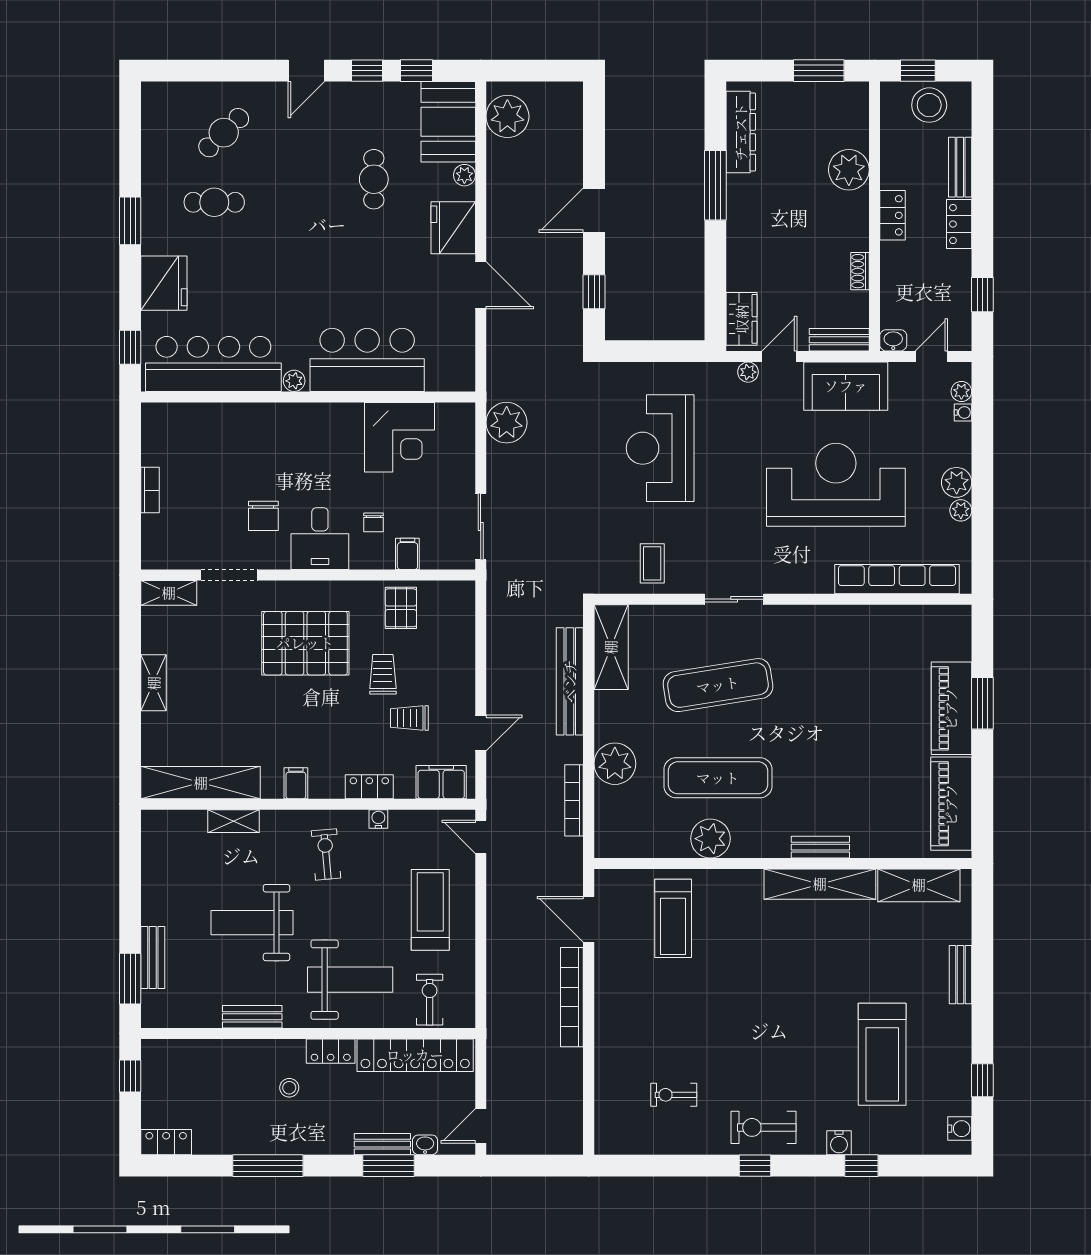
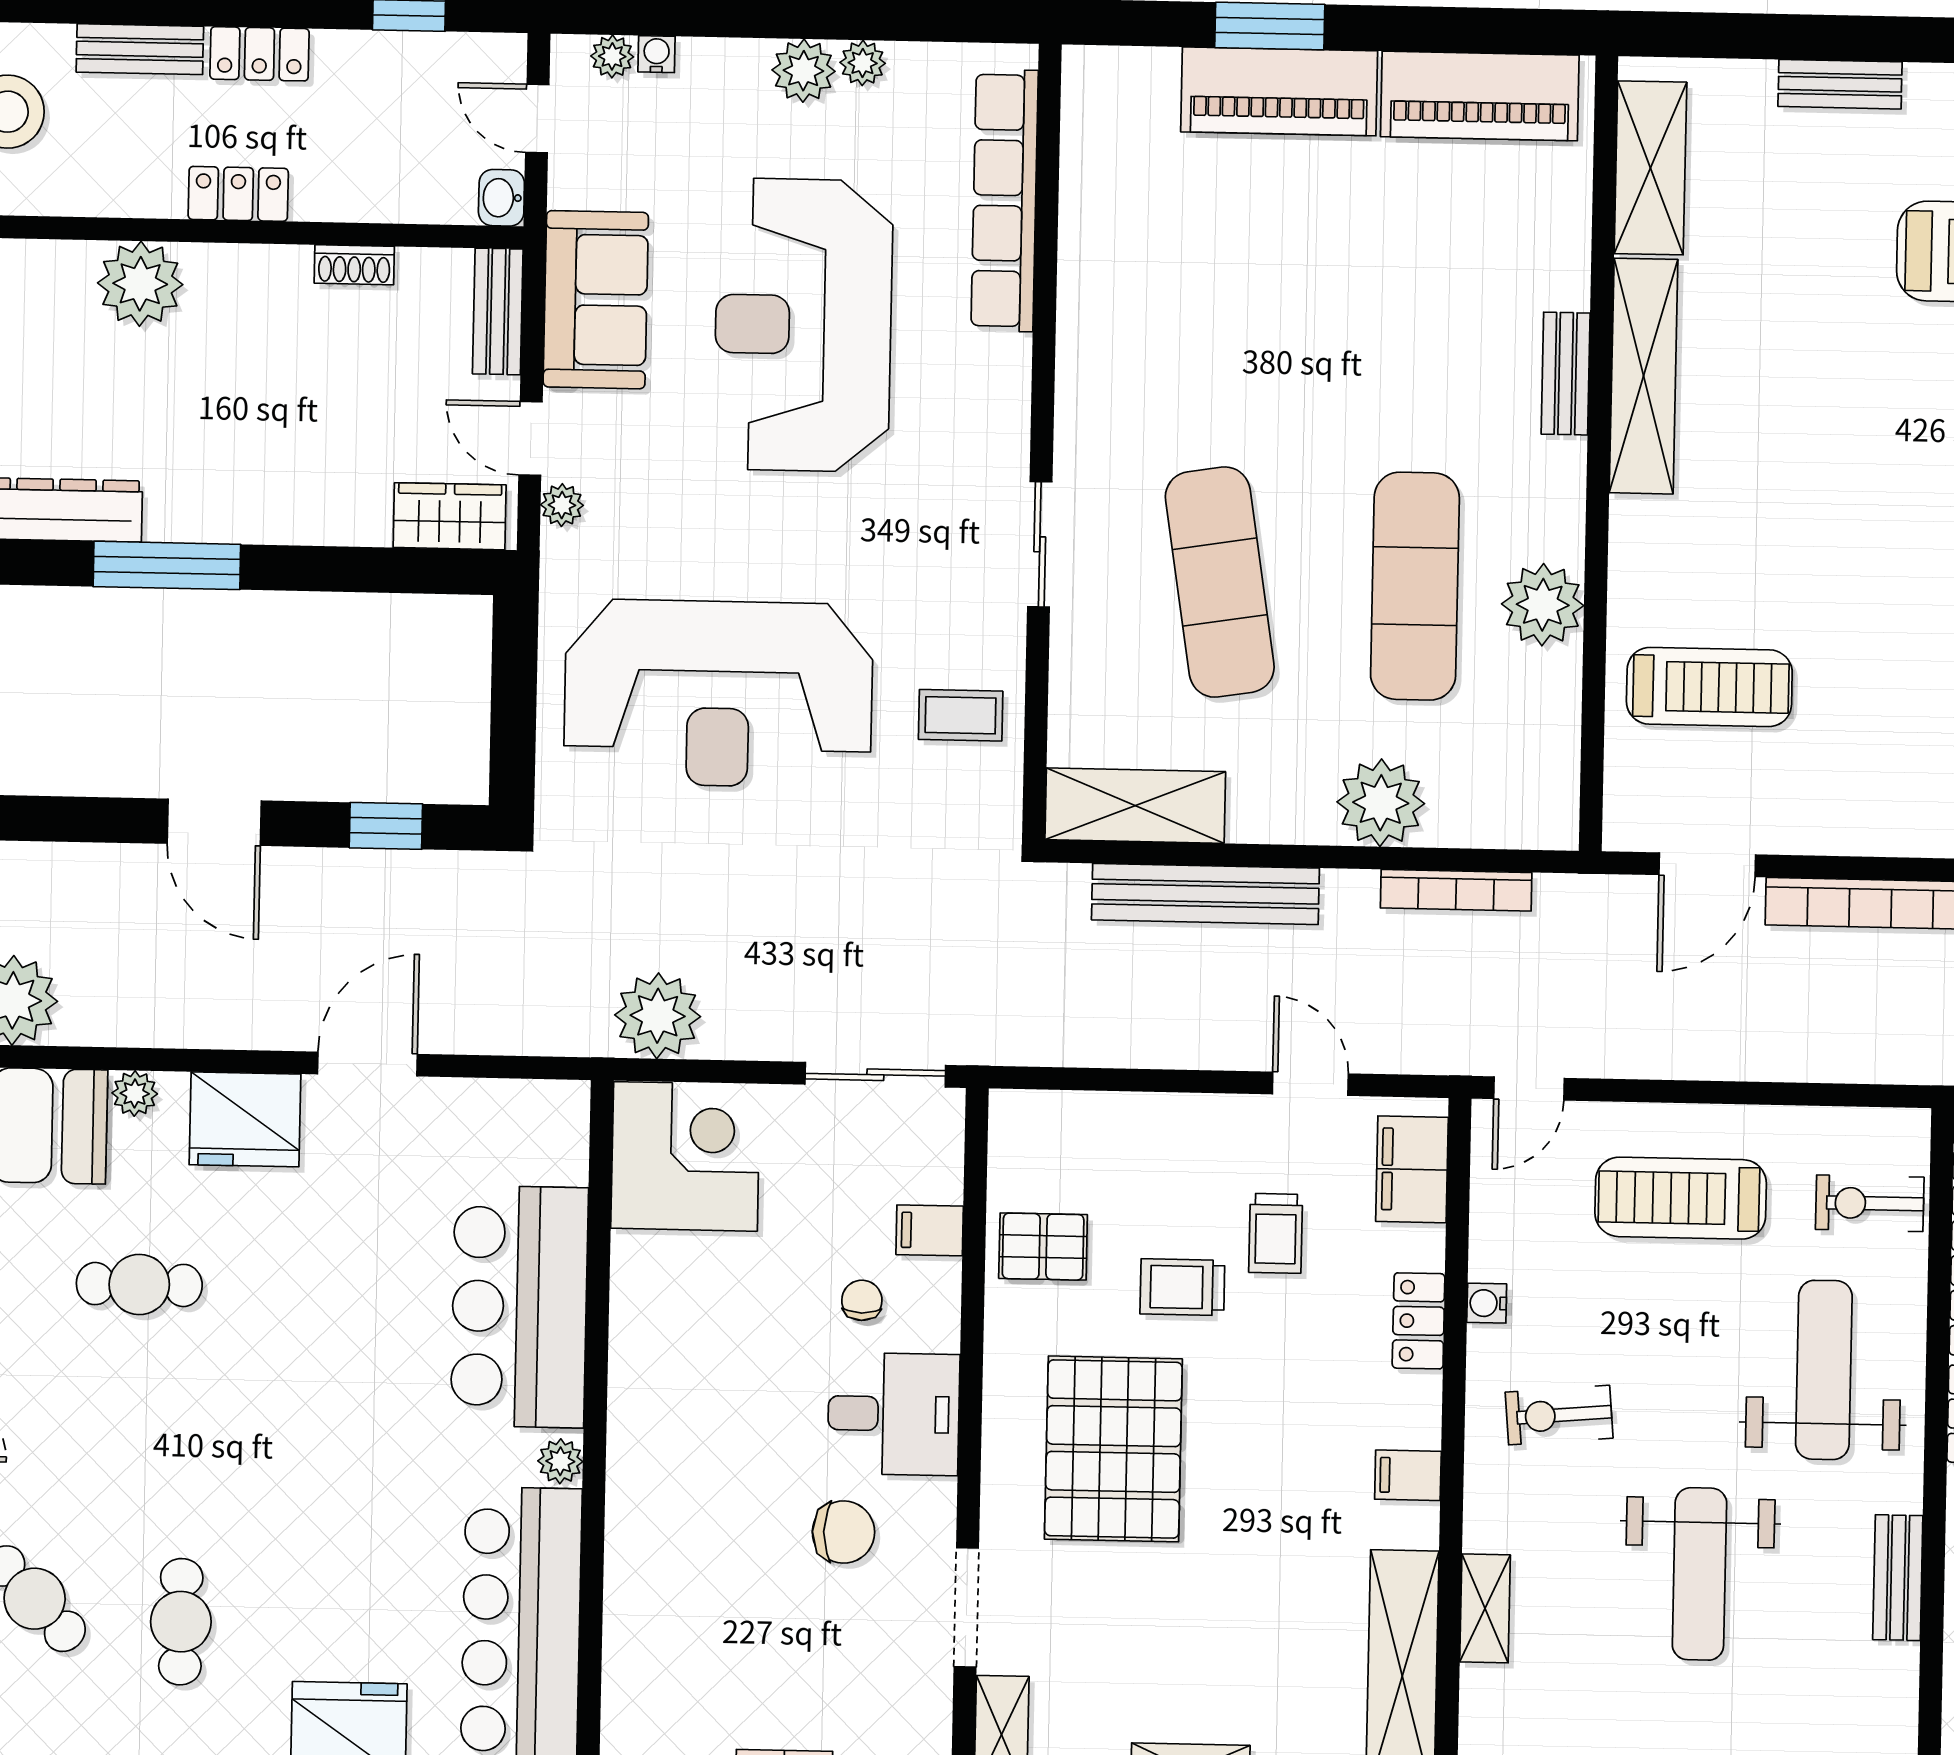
corner desk: (400, 437) -> (685, 1156), moved
reception desk: (660, 448) -> (718, 694), width x1.36, depth x1.30
chair: (374, 522) -> (862, 1300), turned -90

